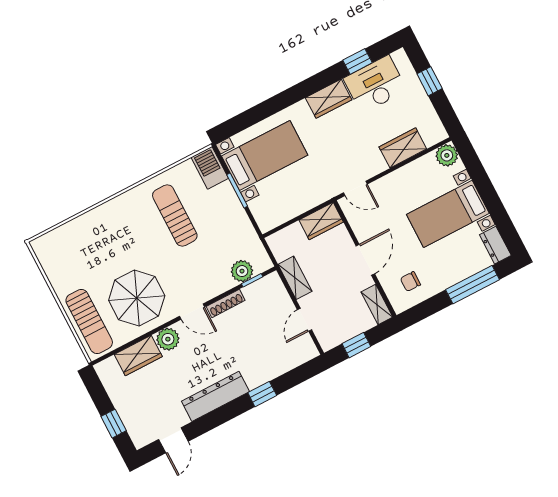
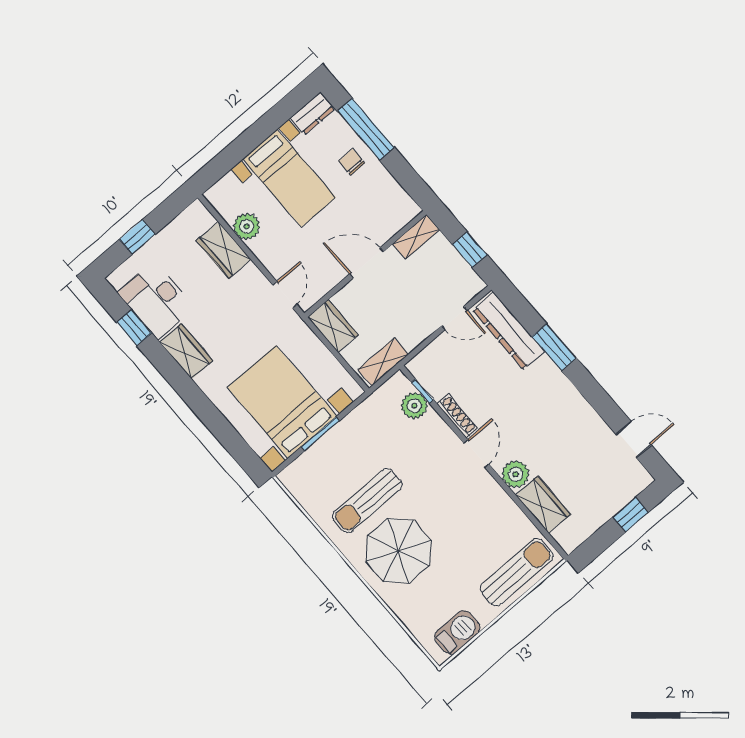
plant: (447, 155) -> (247, 226), moved
bed with nightstands: (265, 156) -> (282, 402), width x1.36
barbecue: (210, 168) -> (457, 632), moved, turned 180
shelving: (295, 278) -> (383, 362), moved
chair: (410, 282) -> (352, 162), moved, turned 180
parasol: (137, 298) -> (398, 551), moved
window: (262, 394) -> (554, 347), width x1.50
dresser: (215, 396) -> (509, 331), moved

